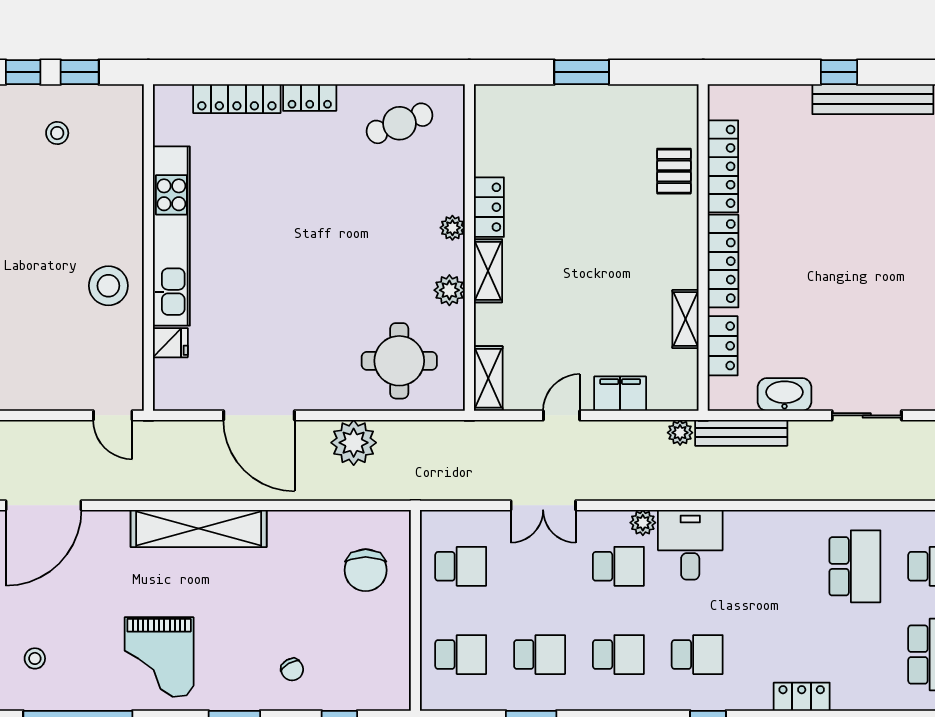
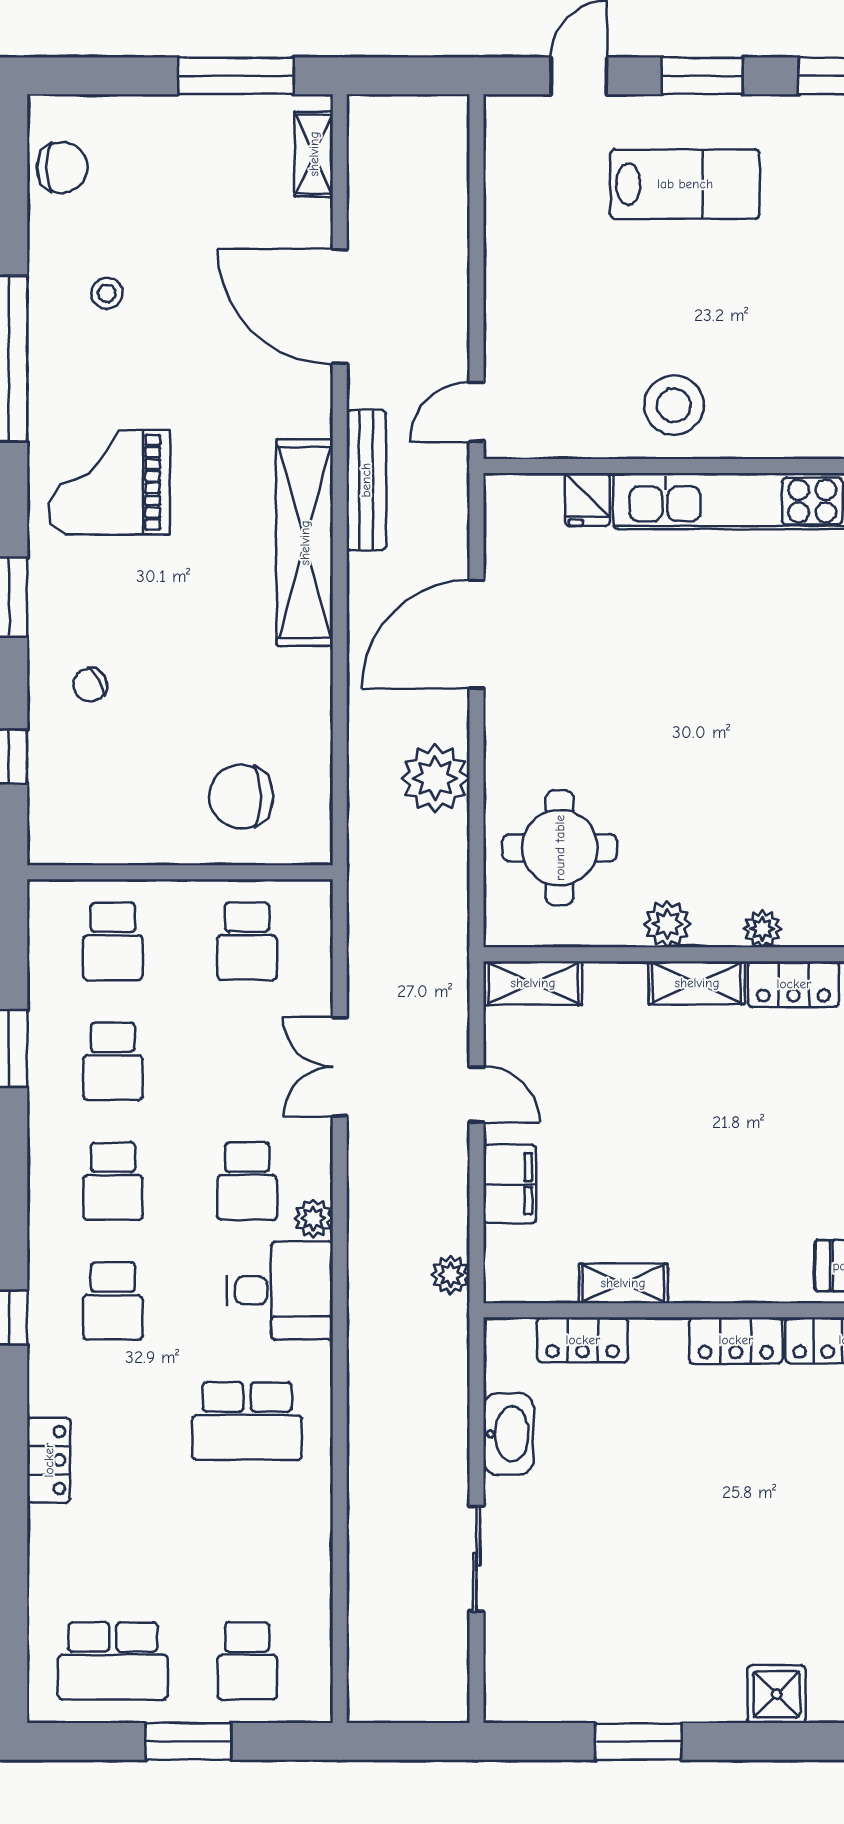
locker: (723, 261) -> (736, 1340), width x0.66
bench: (741, 433) -> (366, 480), moved
school desk: (855, 566) -> (247, 1421), moved

